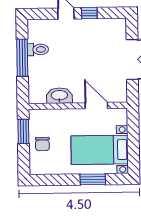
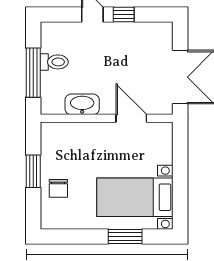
washbasin: (59, 96) -> (82, 104), moved
wall: (78, 106) -> (107, 118), moved
door: (96, 106) -> (131, 118), moved

